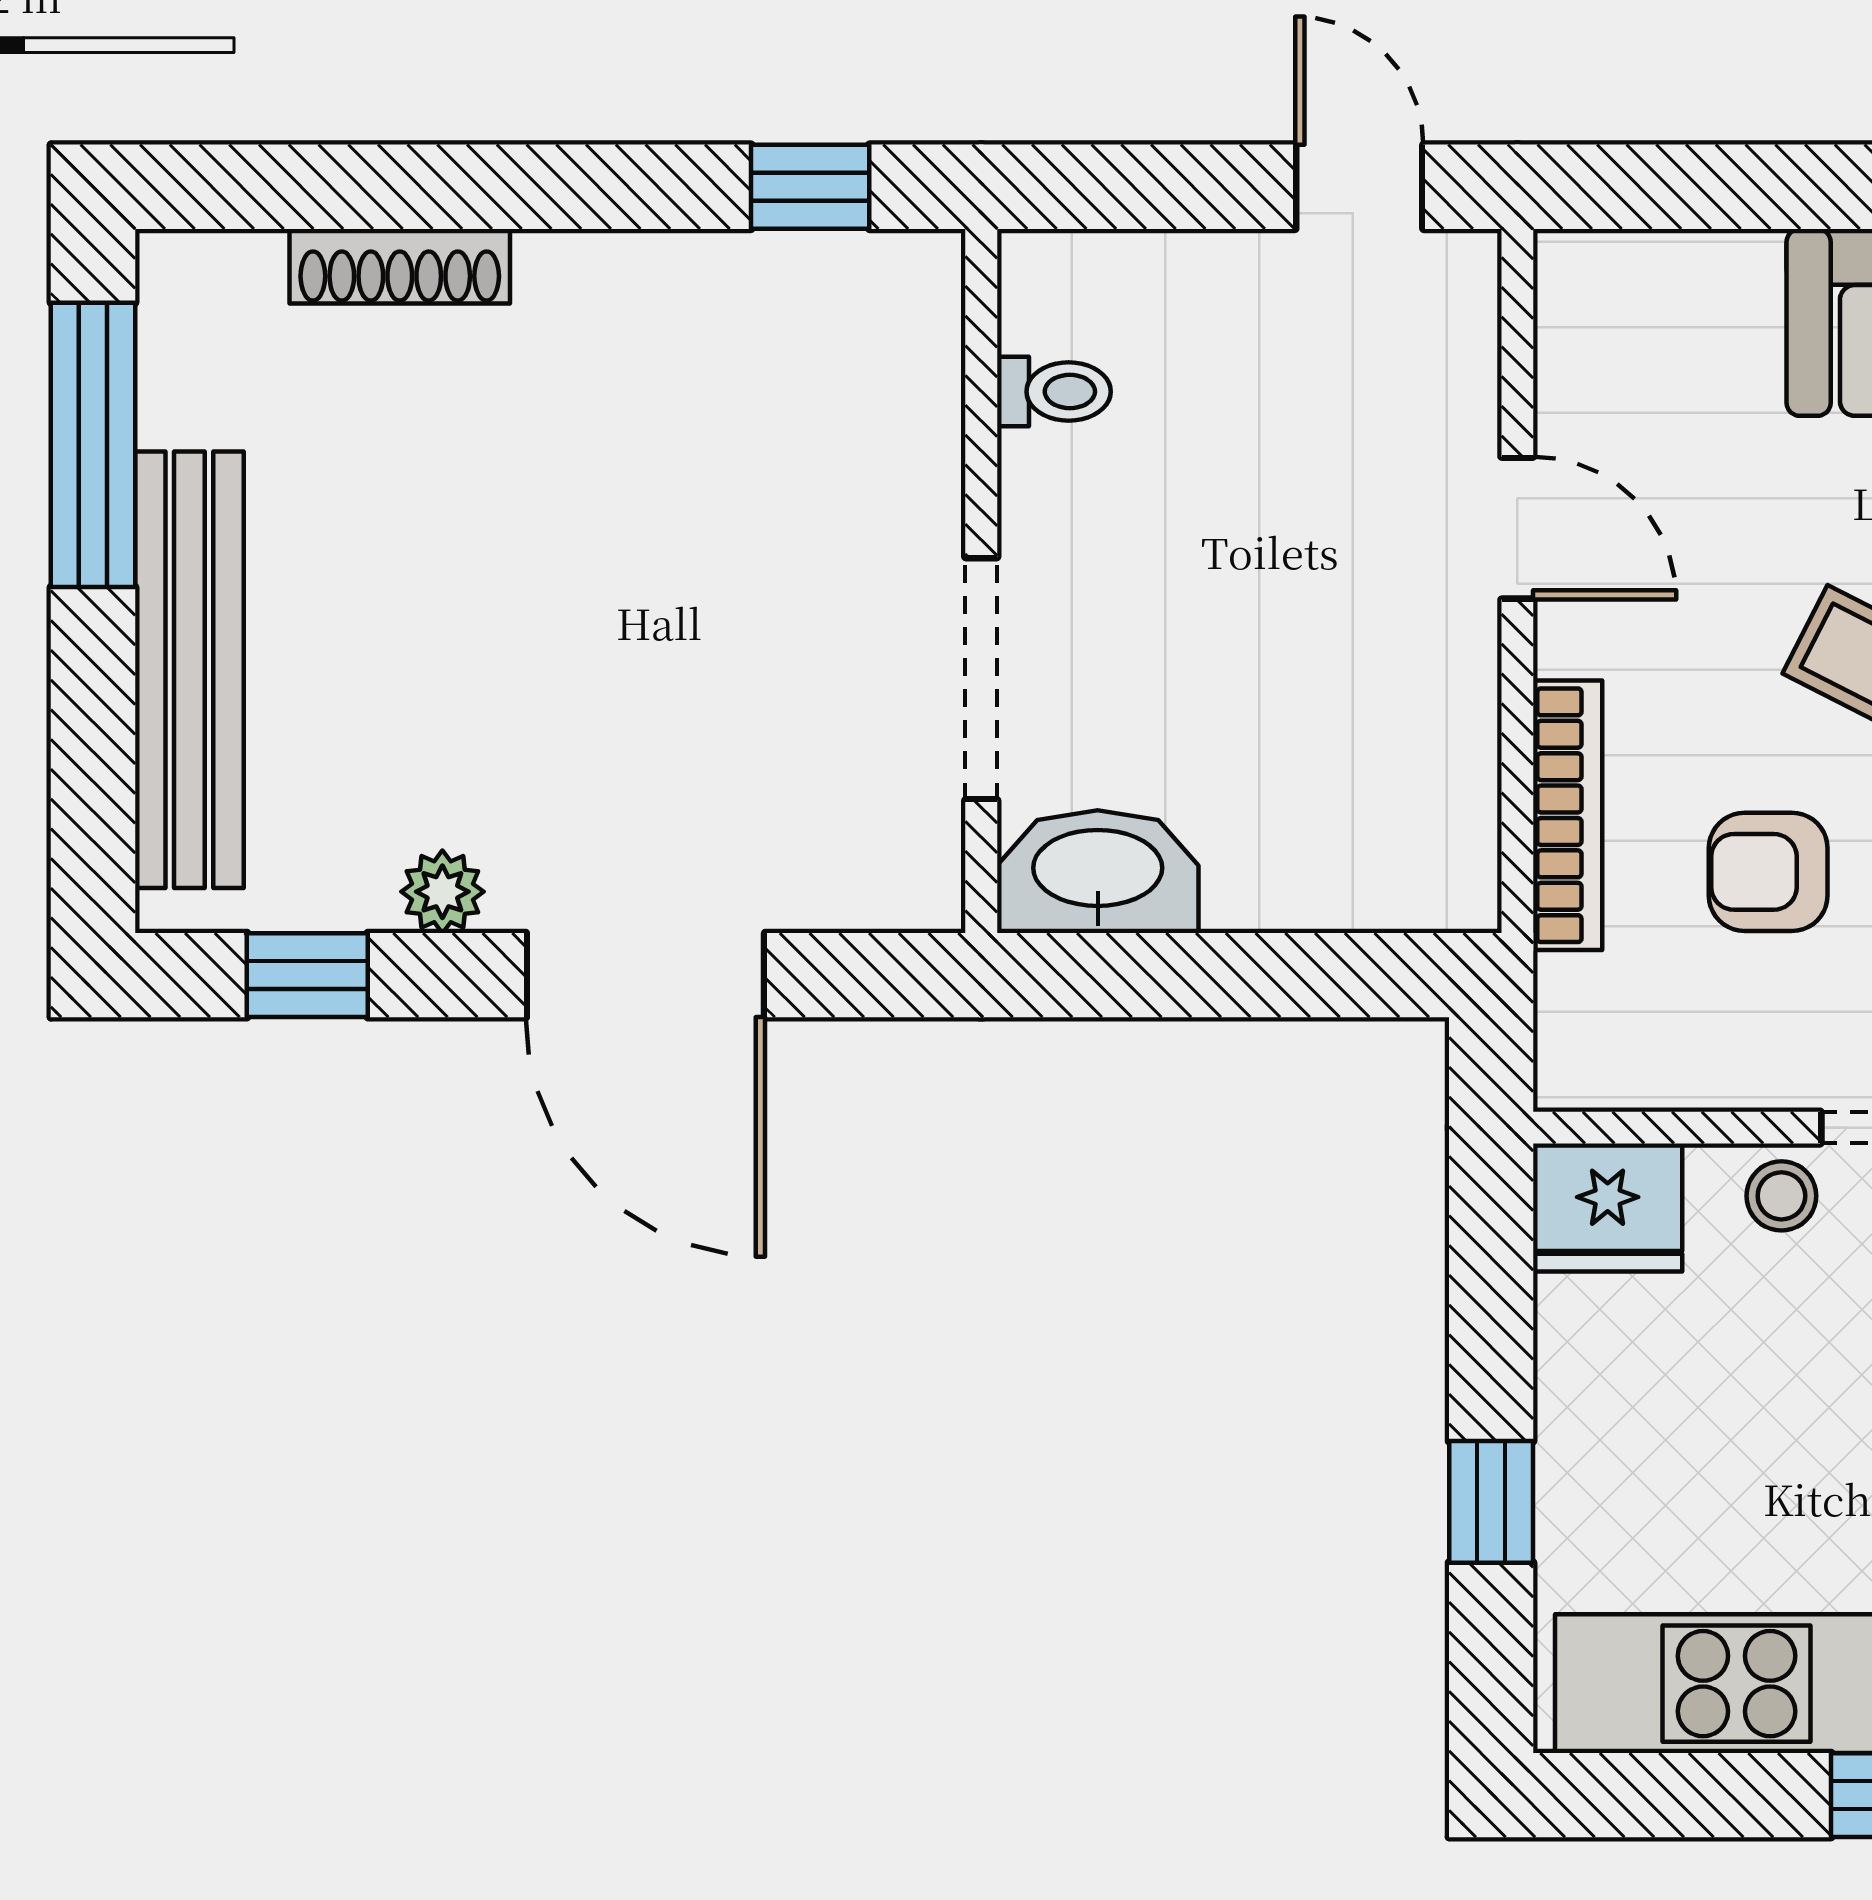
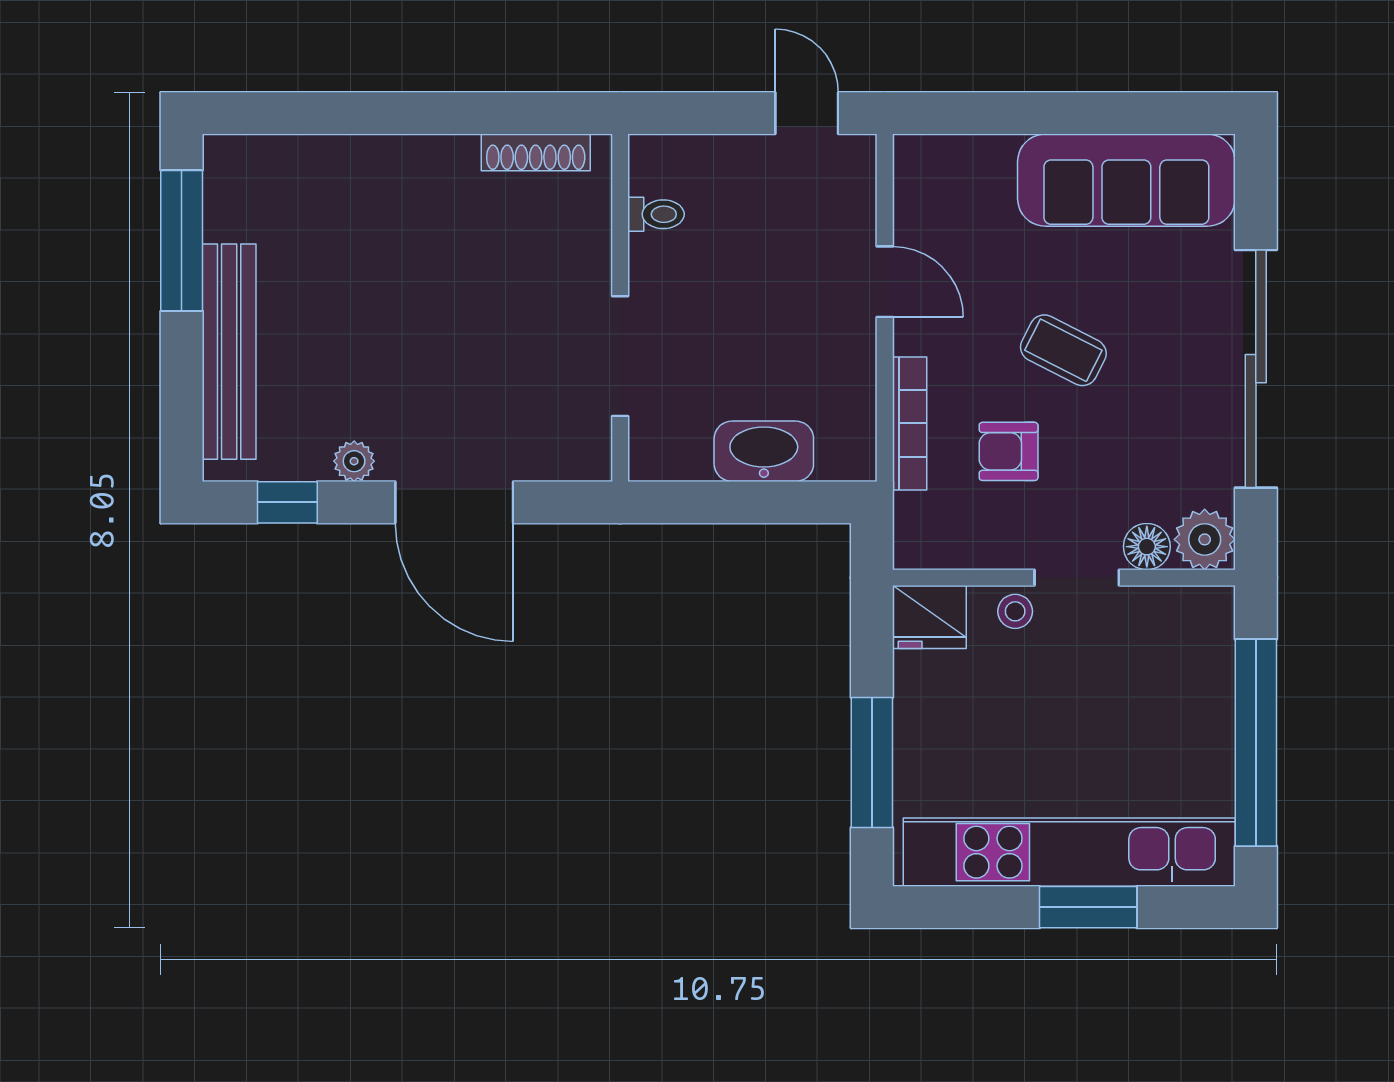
window: (810, 187) -> (536, 113), removed
shoe rack: (400, 266) -> (536, 152), moved
washbasin: (1098, 872) -> (764, 451), moved
window: (1491, 1502) -> (872, 762), width x2.17

